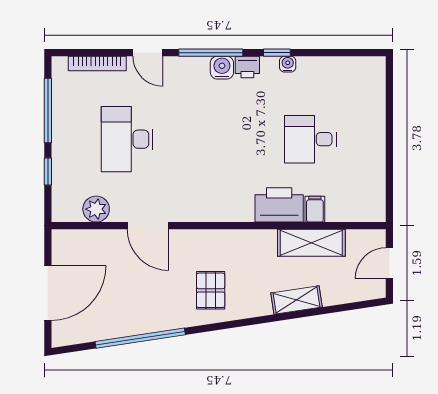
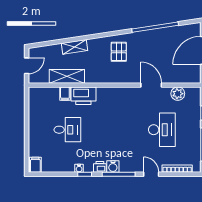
filing cabinet: (372, 71) -> (35, 165), added

